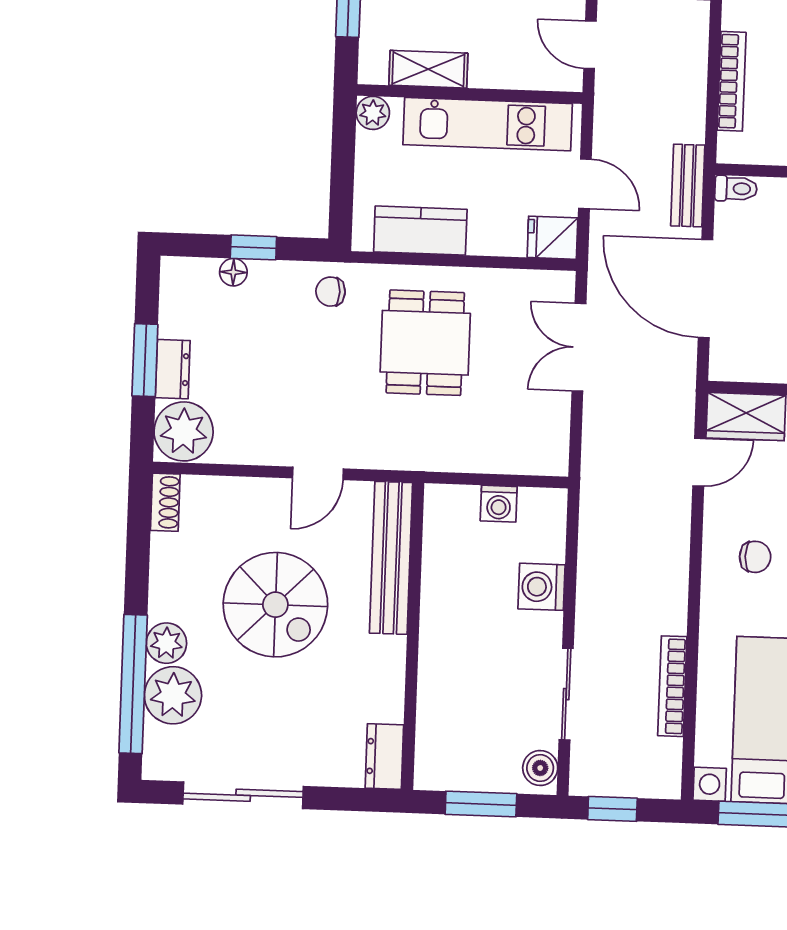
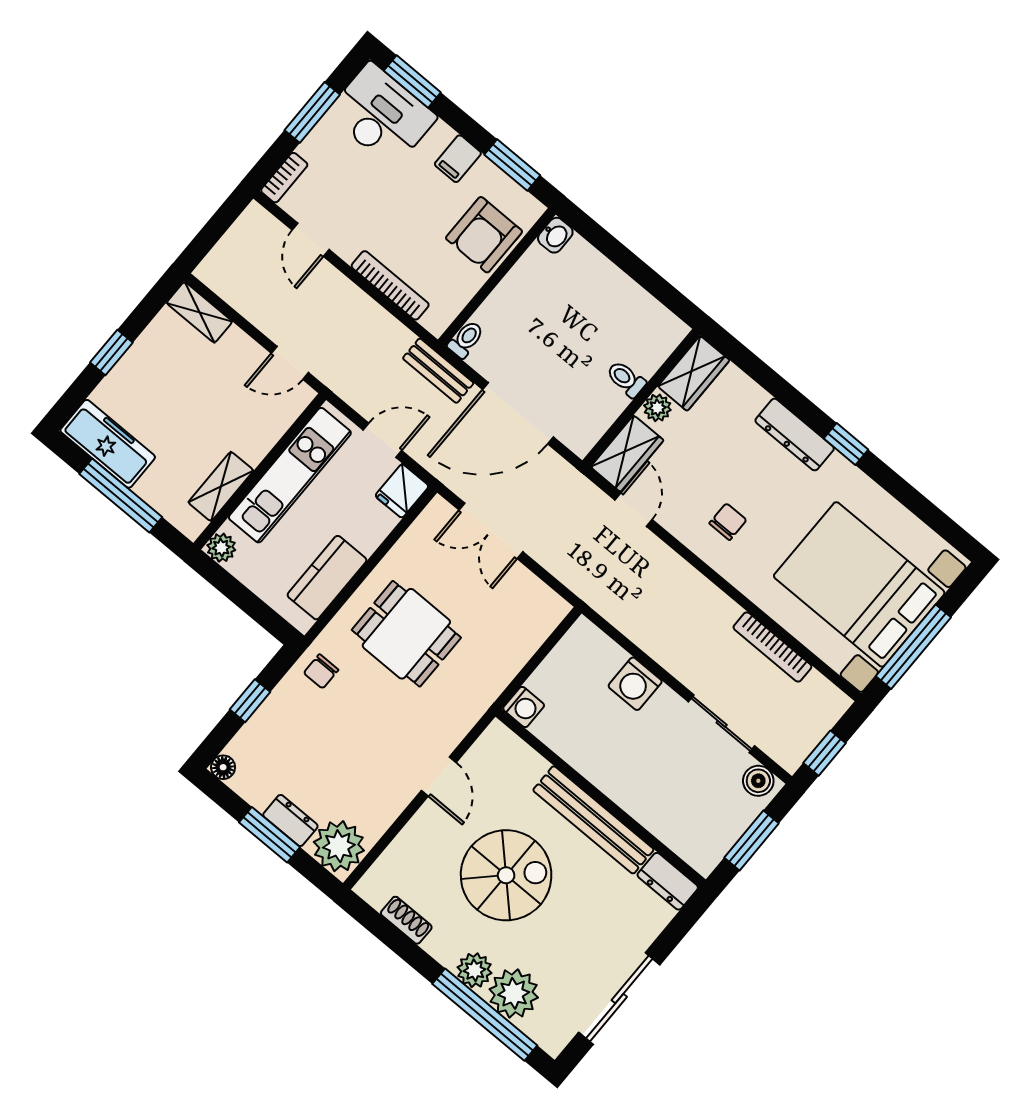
floor lamp: (233, 272) -> (223, 767), moved
shoe rack: (165, 502) -> (406, 920), moved
washing machine: (499, 504) -> (524, 707), moved
bench: (391, 558) -> (593, 820), moved

